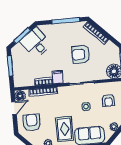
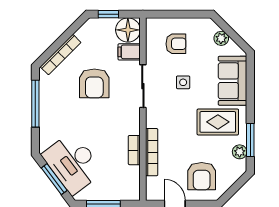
desk: (36, 43) -> (73, 163), width x1.37
filing cabinet: (58, 77) -> (129, 52), moved
floor lamp: (20, 96) -> (155, 192), removed
armchair: (32, 122) -> (202, 176), turned -90

